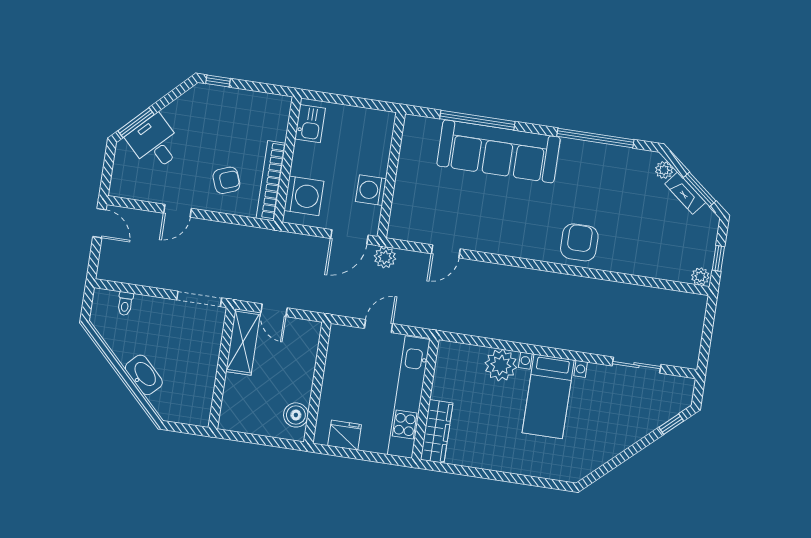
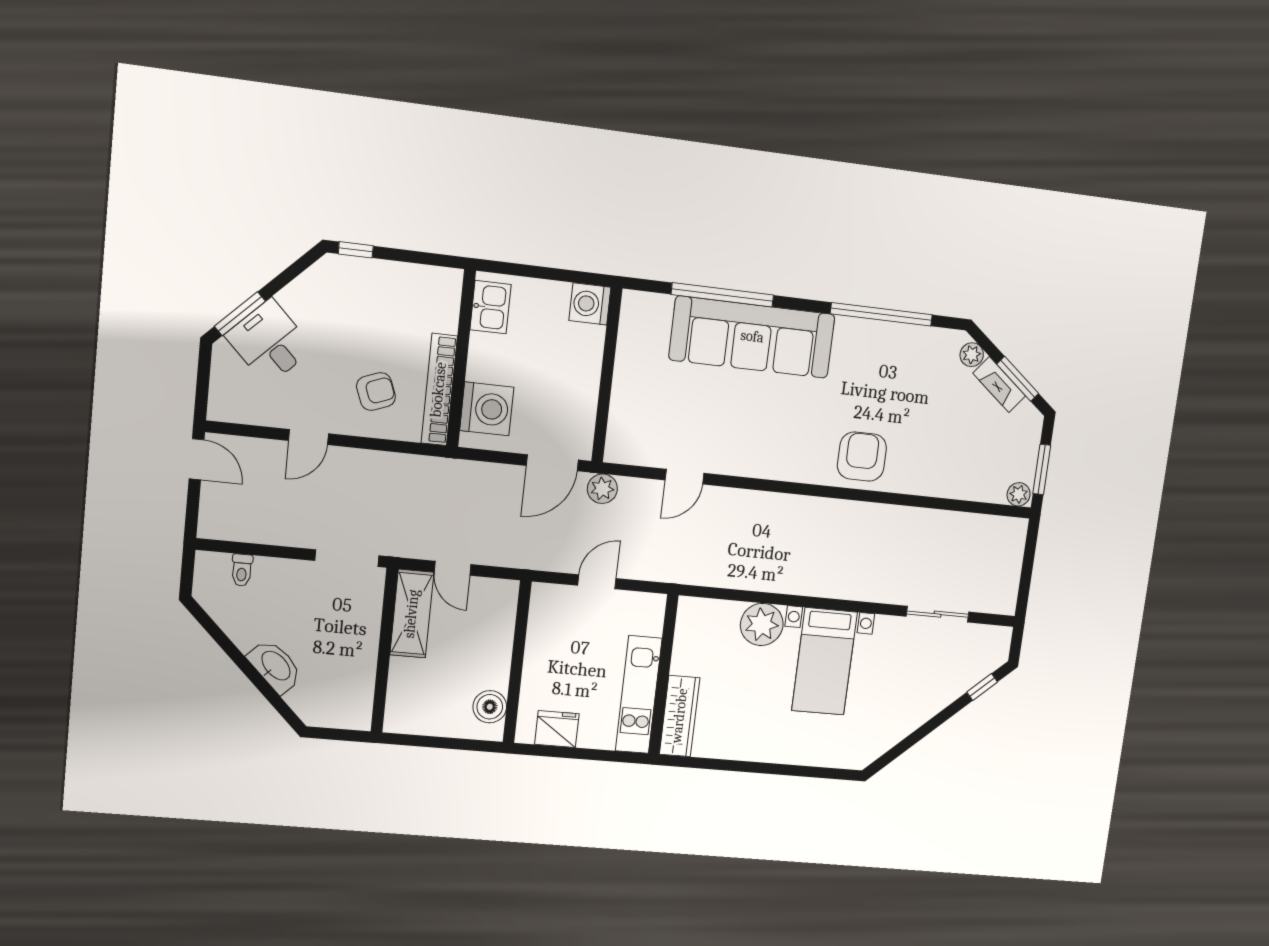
washing machine: (371, 190) -> (590, 304), moved
window: (718, 258) -> (1042, 469), width x1.50
kitchen unit: (409, 397) -> (639, 695), width x0.73

